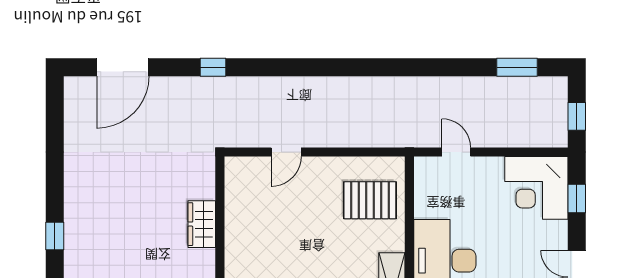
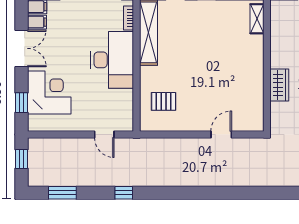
window: (213, 67) -> (124, 193), moved
corner desk: (536, 188) -> (49, 93), moved
pallet: (370, 200) -> (164, 101), width x0.67, depth x0.71

